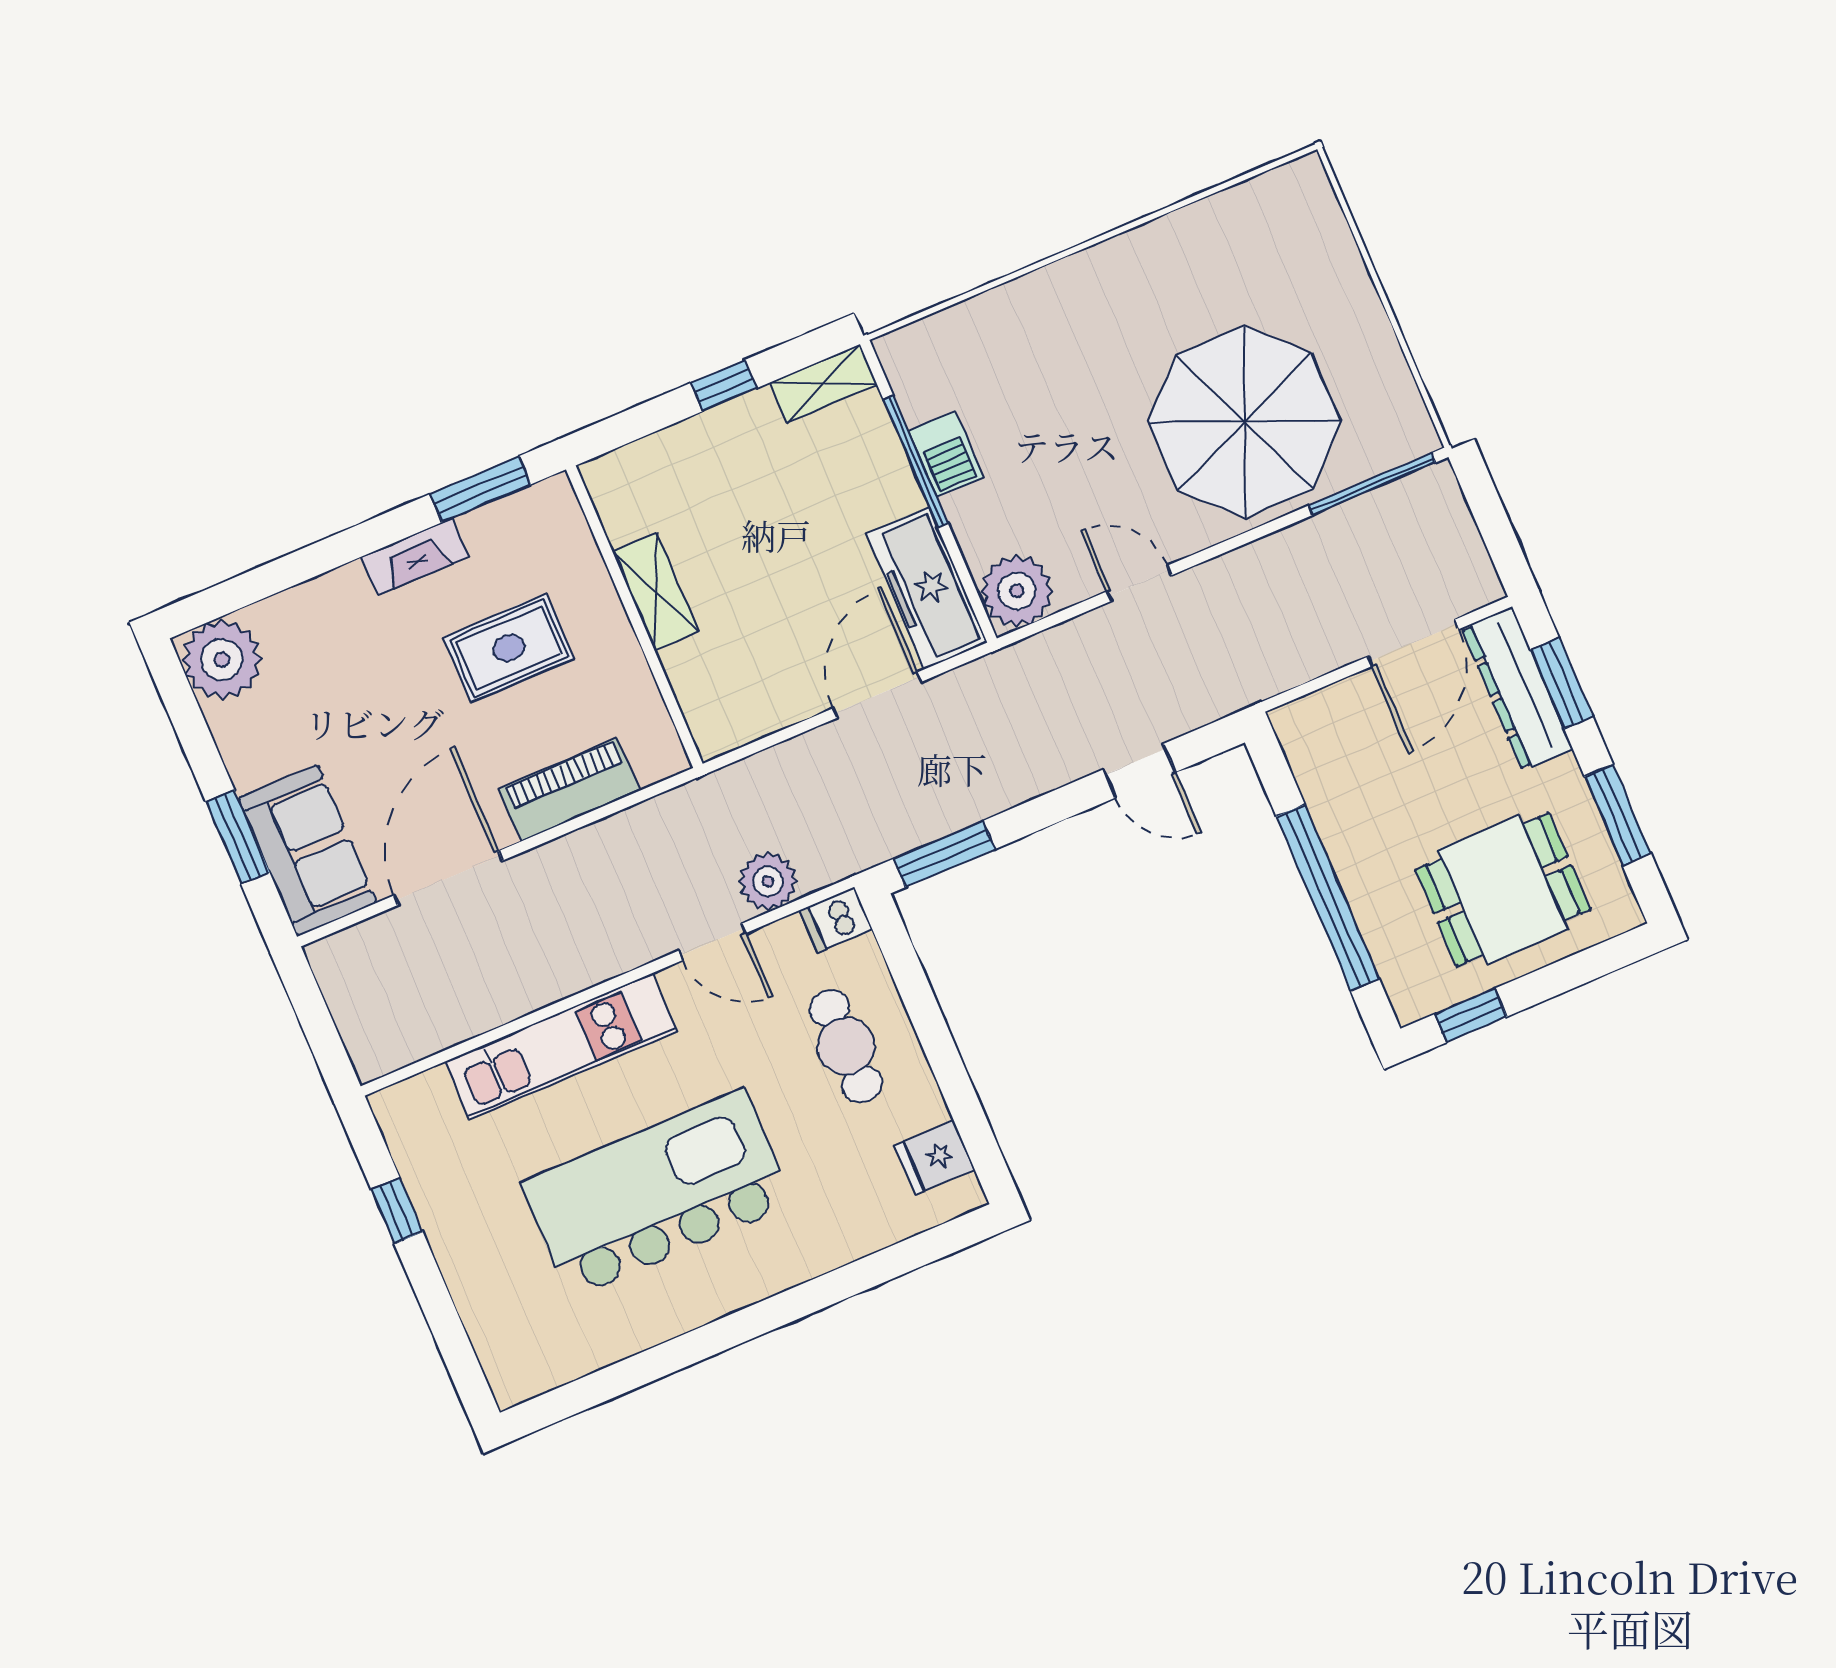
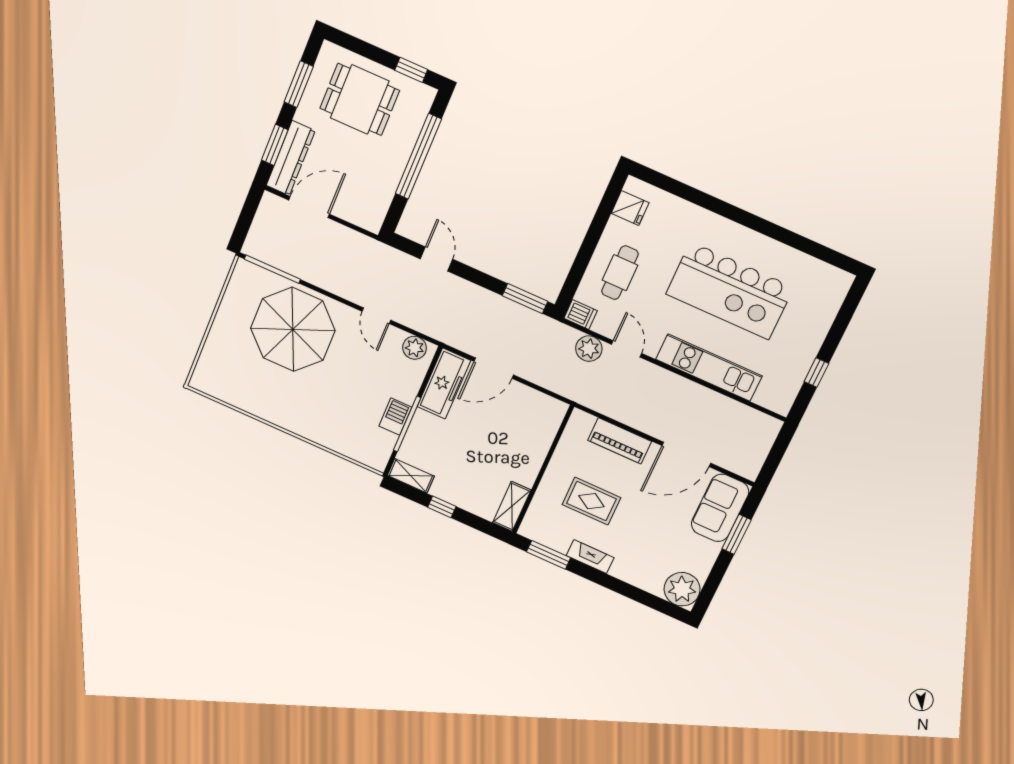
plant: (1017, 591) -> (415, 348), width x0.73, depth x0.73
shelving: (656, 592) -> (512, 506), moved

